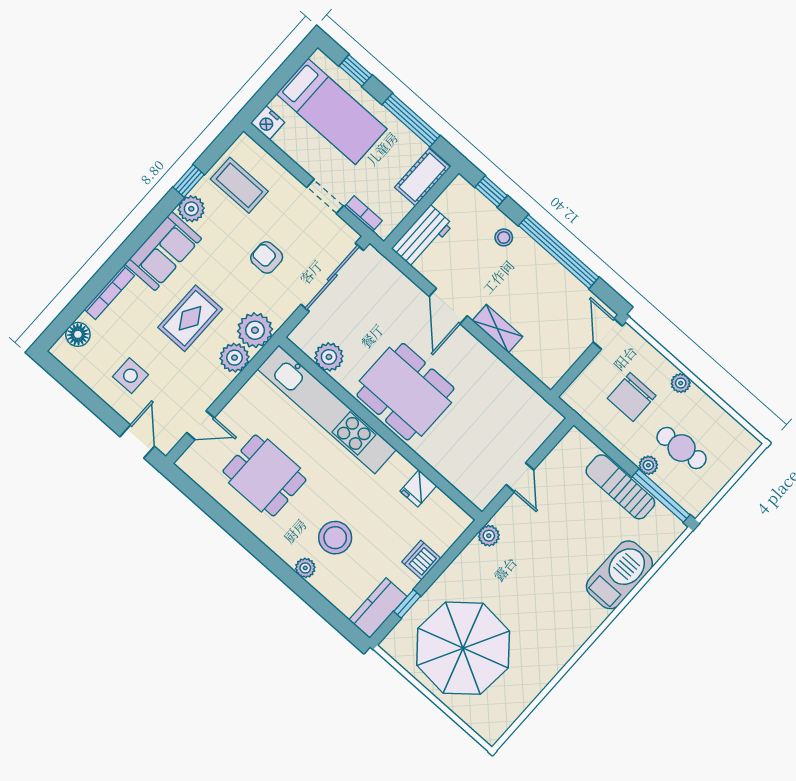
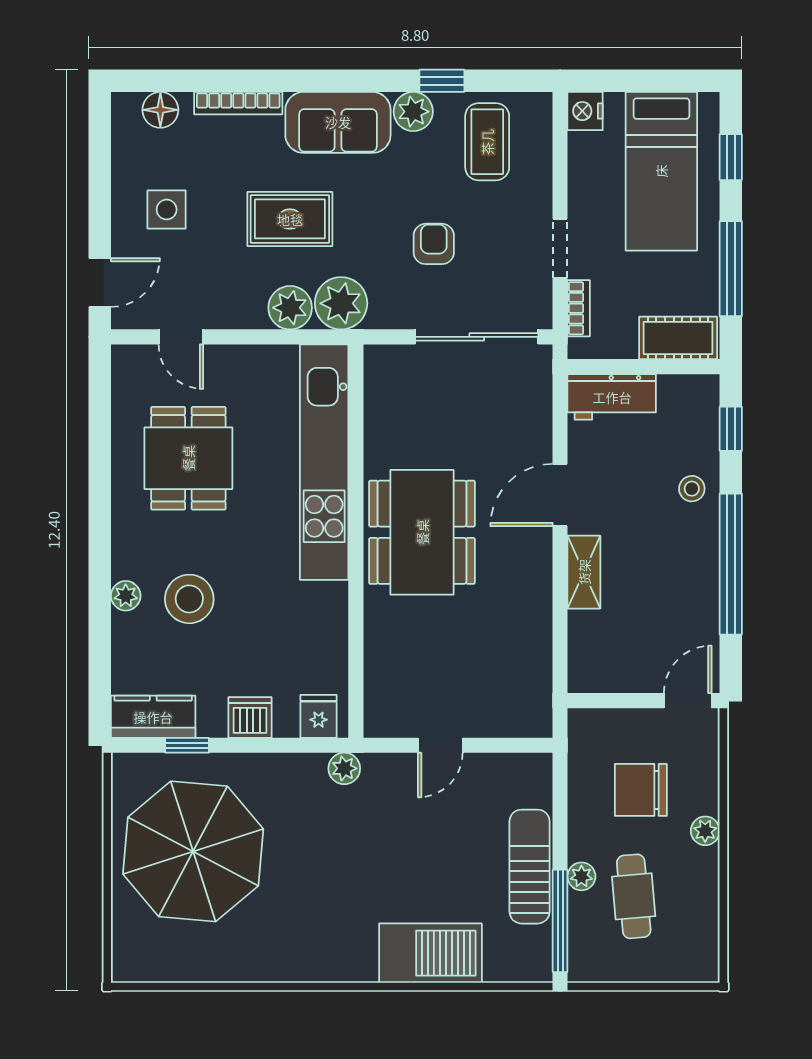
plant: (329, 357) -> (385, 412), removed
fridge: (418, 488) -> (319, 716), moved, turned 90

